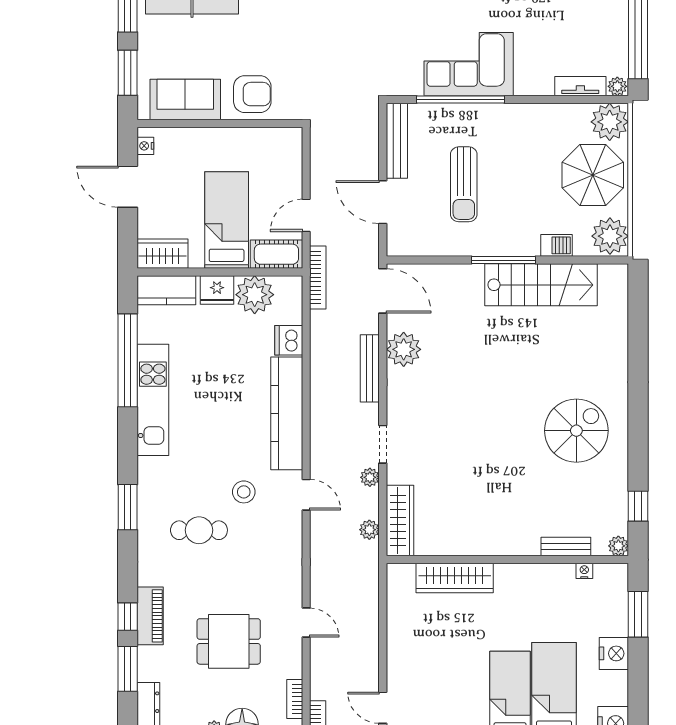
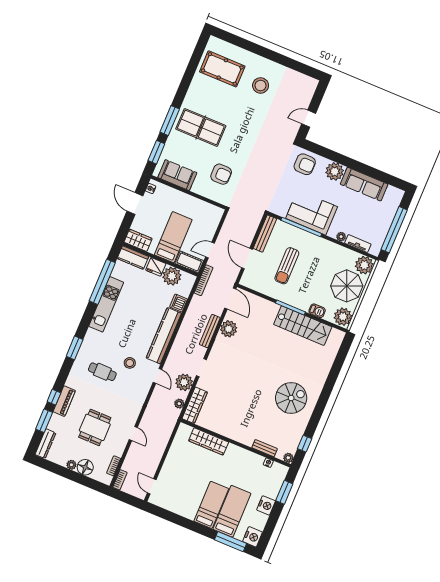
plant: (617, 86) -> (341, 237), moved
armchair: (252, 94) -> (221, 174), moved
plant: (370, 477) -> (184, 382), width x1.87, depth x1.87
dining table: (229, 641) -> (95, 427), turned 90

